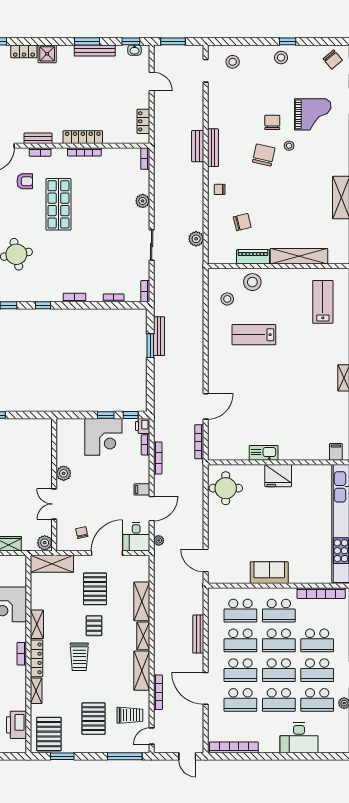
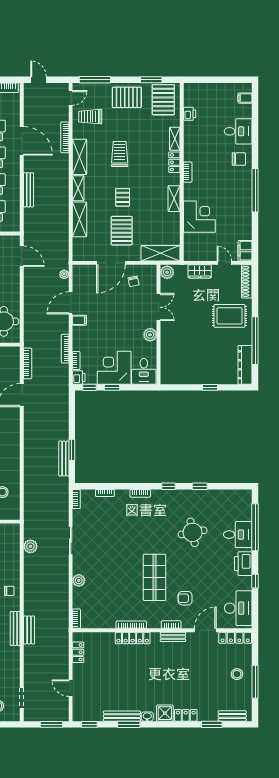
washbasin: (135, 50) -> (147, 717), moved
desk: (136, 537) -> (144, 371), moved, turned 180
trolley: (79, 657) -> (120, 154), moved
locker: (37, 658) -> (174, 162), width x0.66
pallet: (93, 719) -> (127, 97), moved, turned 90
printer: (16, 725) -> (190, 114), width x0.53, depth x0.68

